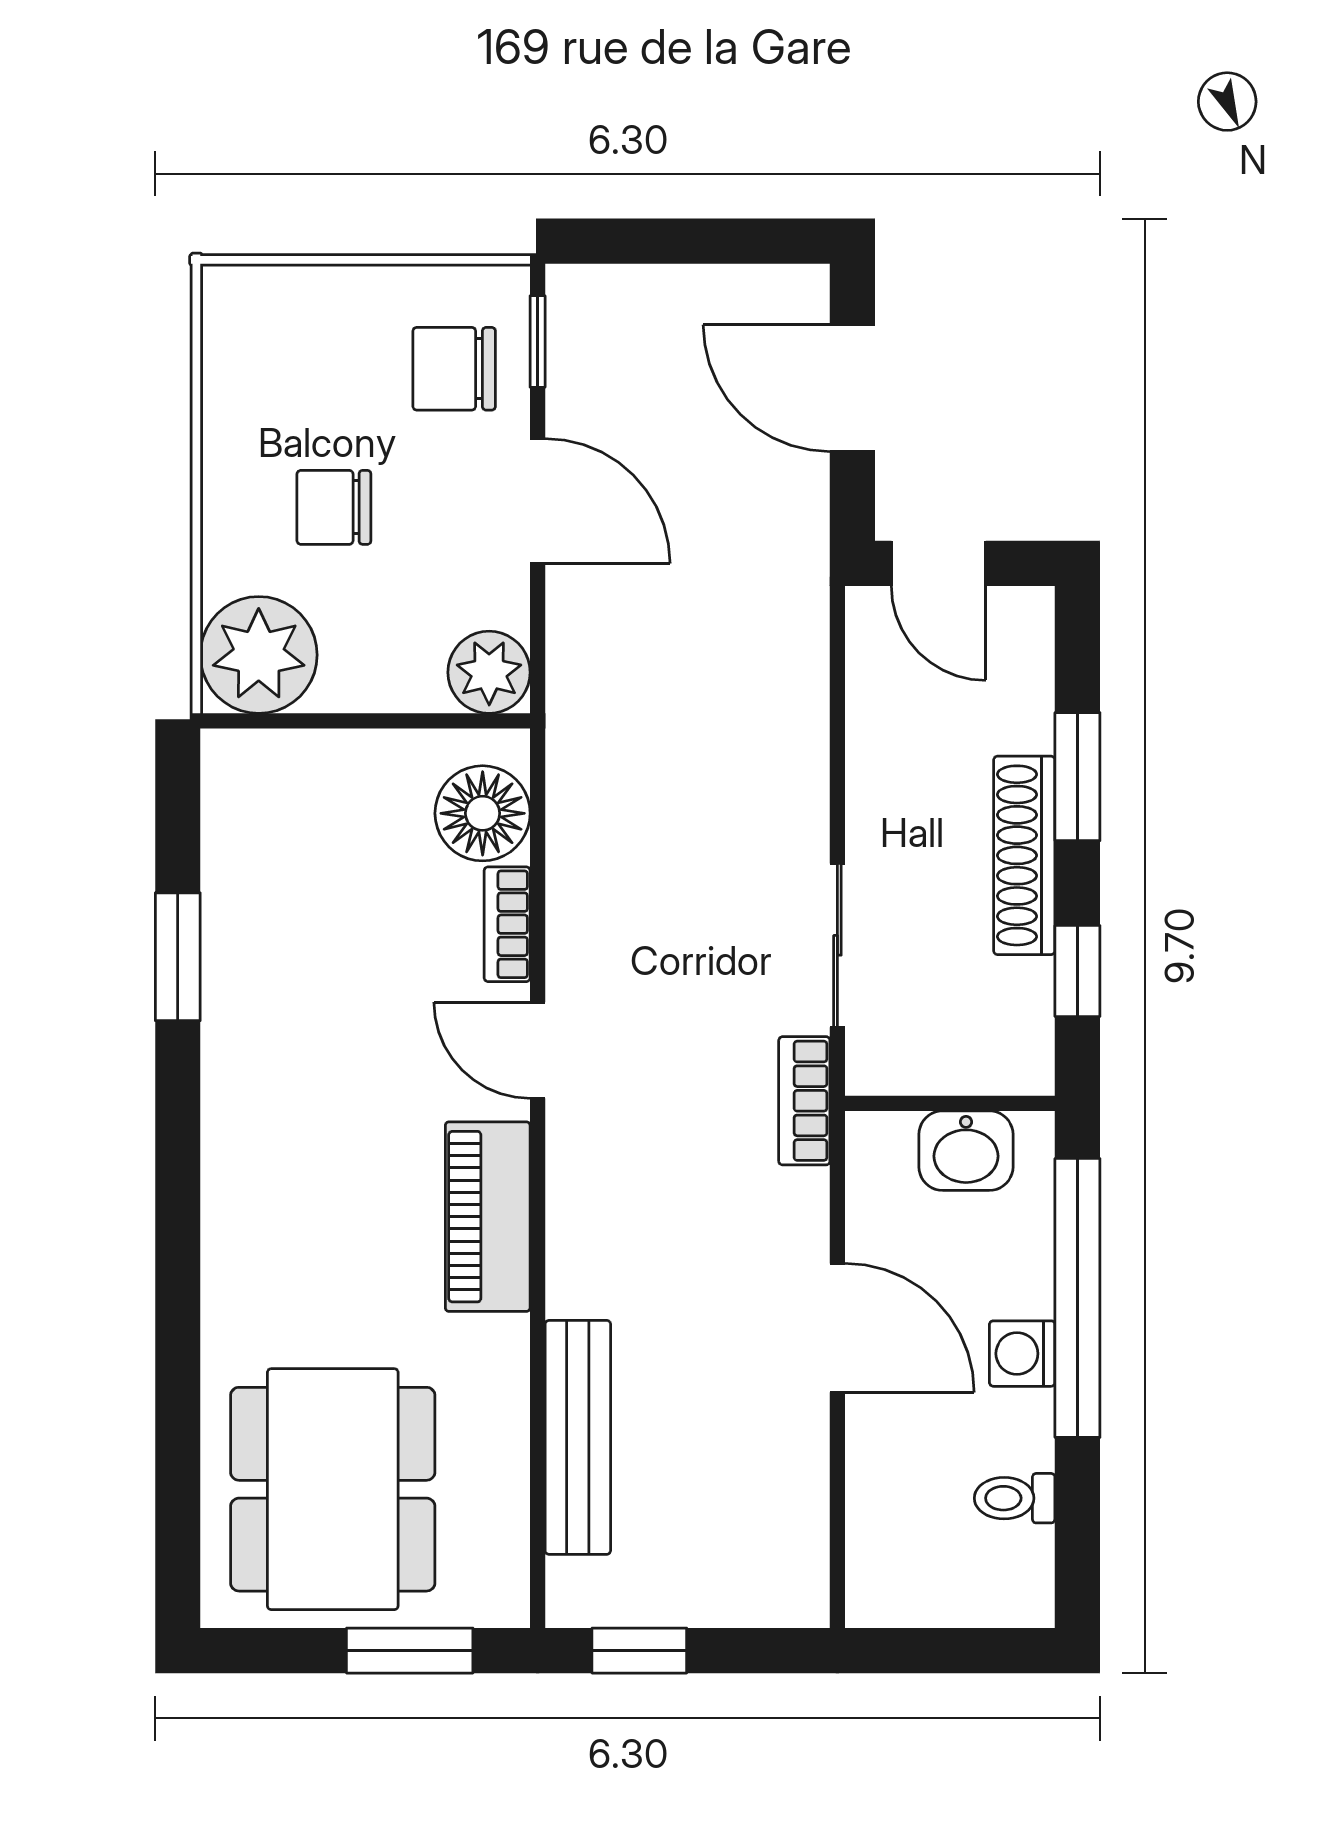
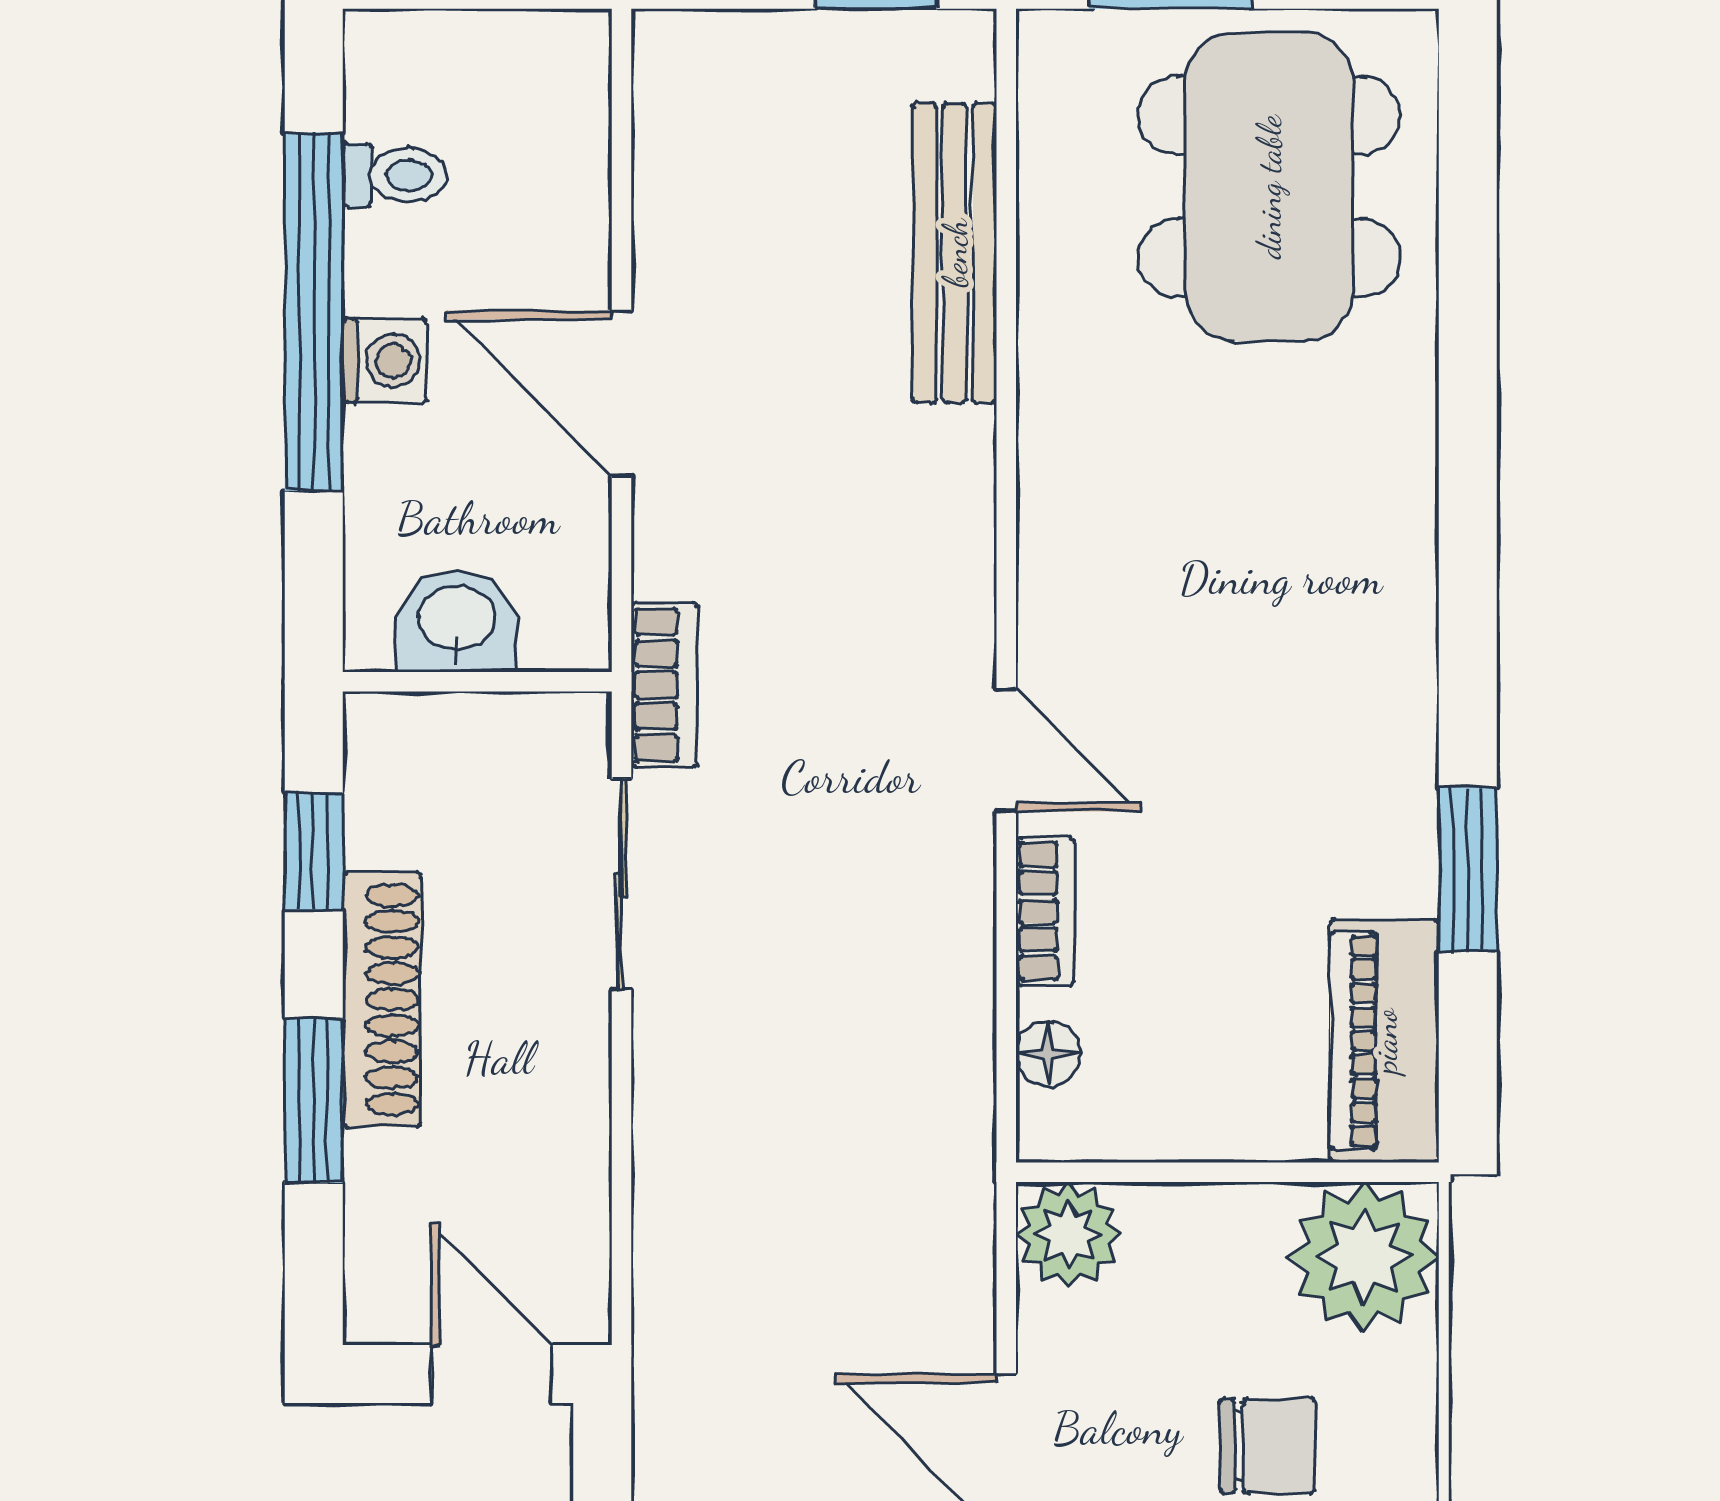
floor lamp: (483, 813) -> (1048, 1054), width x0.53, depth x0.53
piano: (488, 1217) -> (1385, 1041), moved, turned 180
window: (1077, 1298) -> (314, 312), moved

